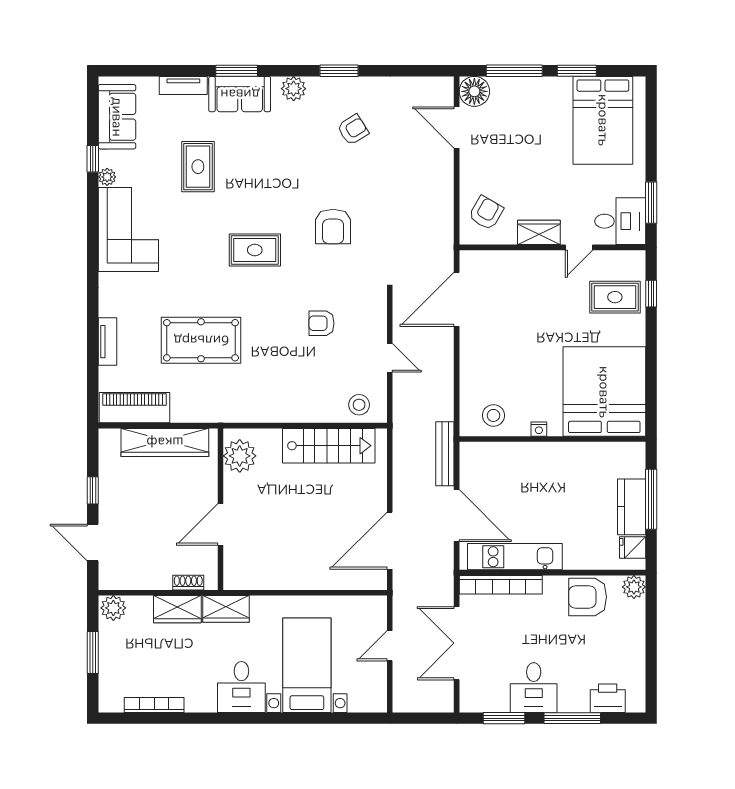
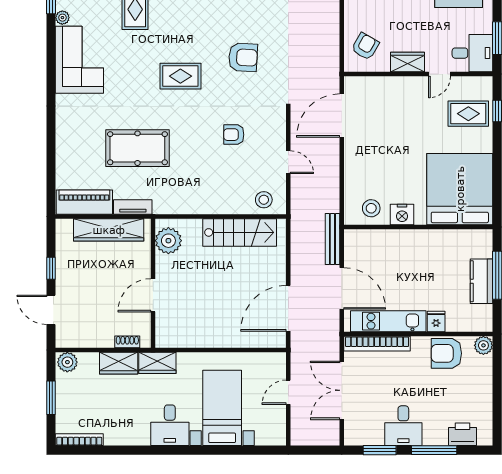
armchair: (333, 227) -> (243, 57), turned -87
tv unit: (107, 342) -> (133, 207), moved, turned -90
nightstand: (539, 429) -> (402, 215), width x1.89, depth x1.79
fridge: (633, 547) -> (436, 321), moved, turned 90
bookcase: (154, 705) -> (79, 440), moved

